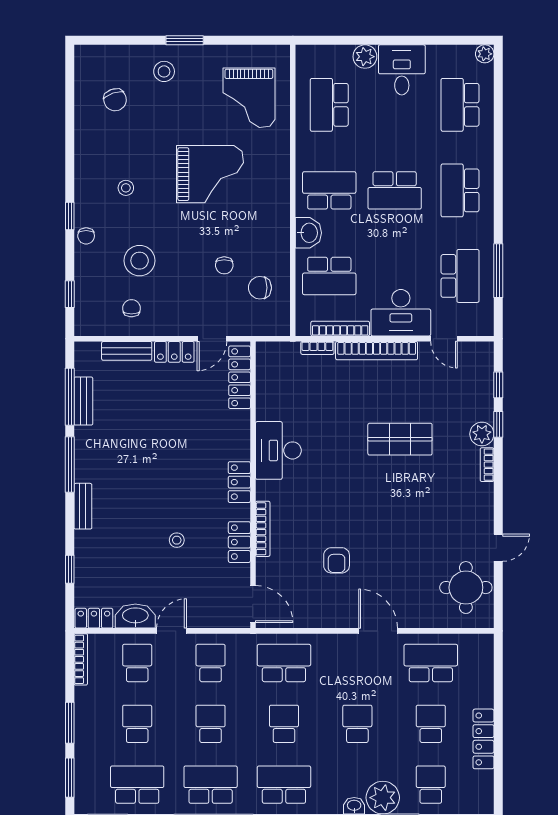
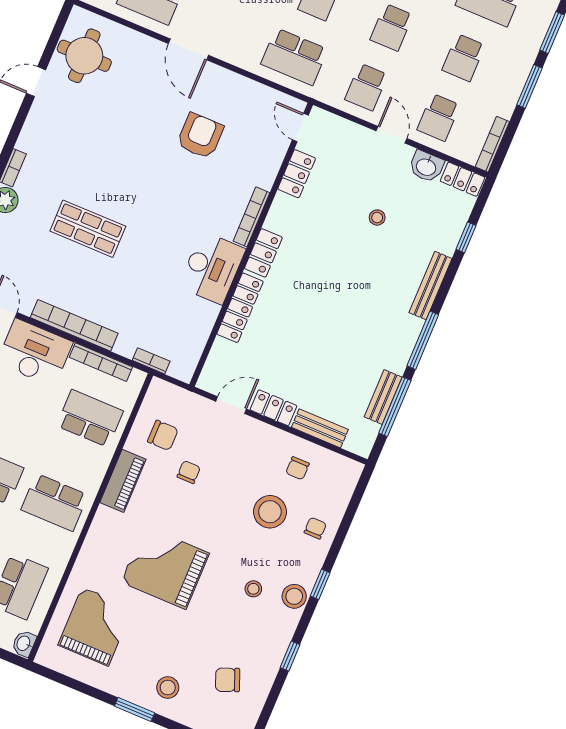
chair: (115, 100) -> (228, 680), turned -93
stool: (88, 196) -> (294, 596), added
washbasin: (308, 233) -> (24, 643), moved, width x0.72, depth x0.69
piano: (278, 234) -> (123, 481), added
chair: (86, 236) -> (315, 528), moved
window: (70, 294) -> (290, 656), moved
bookcase: (317, 348) -> (151, 361), moved
locker: (240, 377) -> (240, 308), moved
bench: (83, 506) -> (430, 286), width x1.36
bookcase: (263, 529) -> (251, 217), moved
stool: (177, 540) -> (377, 218), moved
locker: (239, 542) -> (297, 174), moved
armchair: (337, 560) -> (200, 136), width x1.38, depth x1.38
door: (253, 604) -> (300, 127), width x0.73
washbasin: (135, 616) -> (426, 166), width x0.72
door: (172, 631) -> (391, 135), swing flipped

